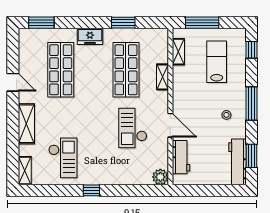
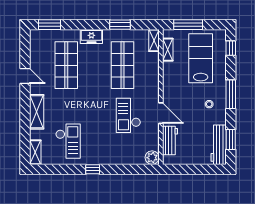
lab bench: (217, 62) -> (201, 58), width x1.36, depth x1.39
shelving: (163, 77) -> (154, 40), moved

